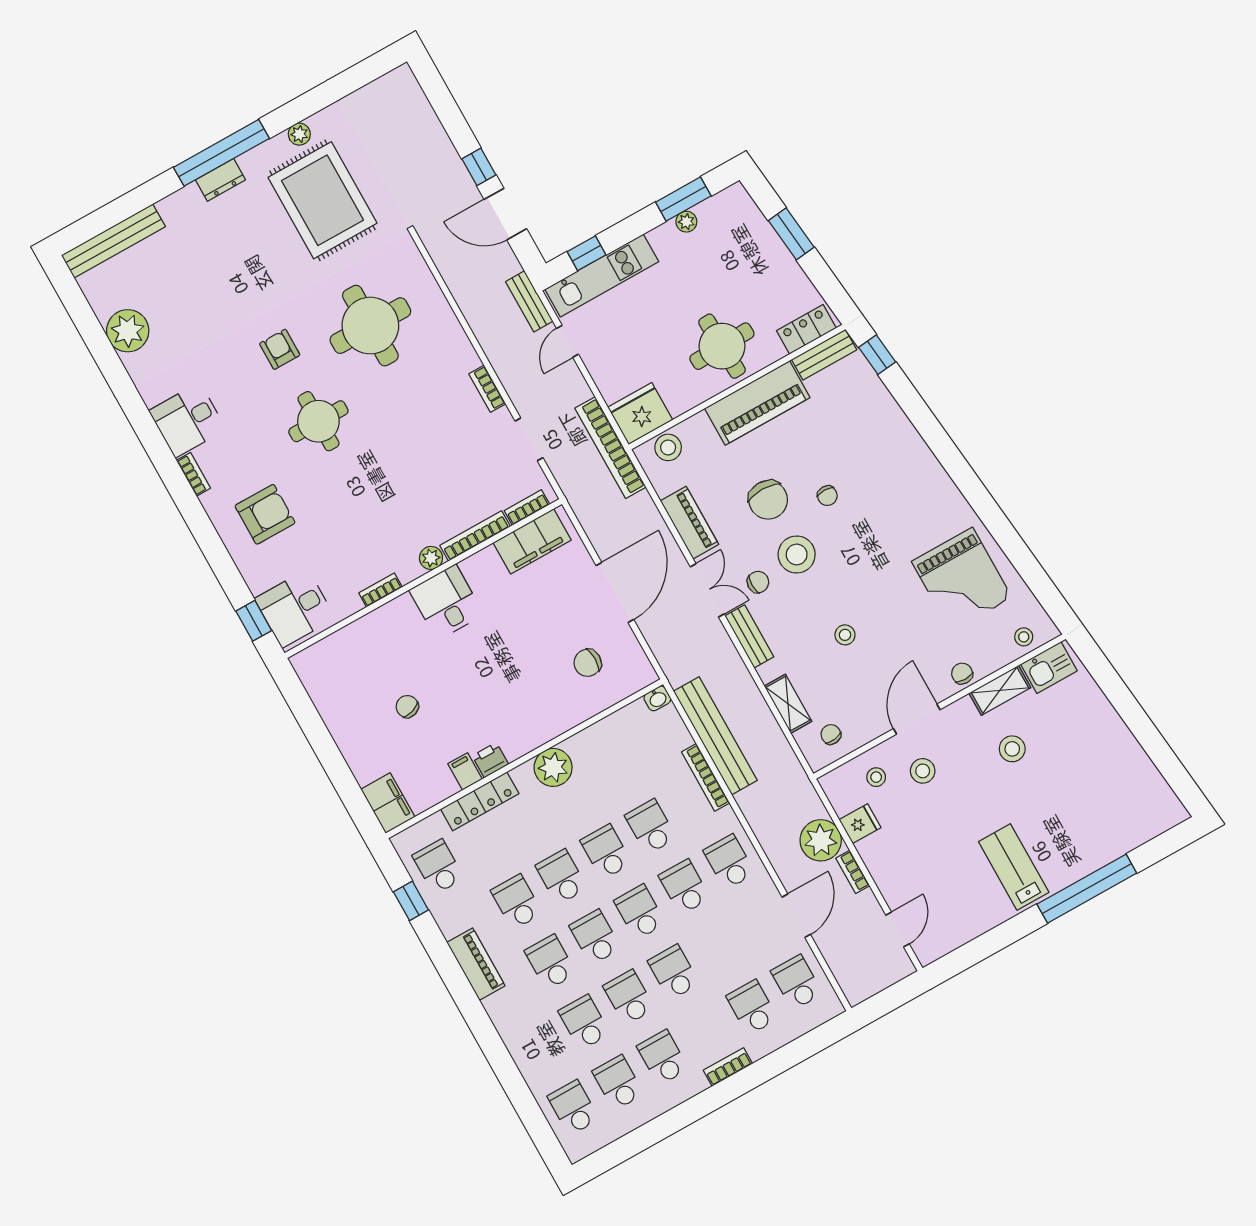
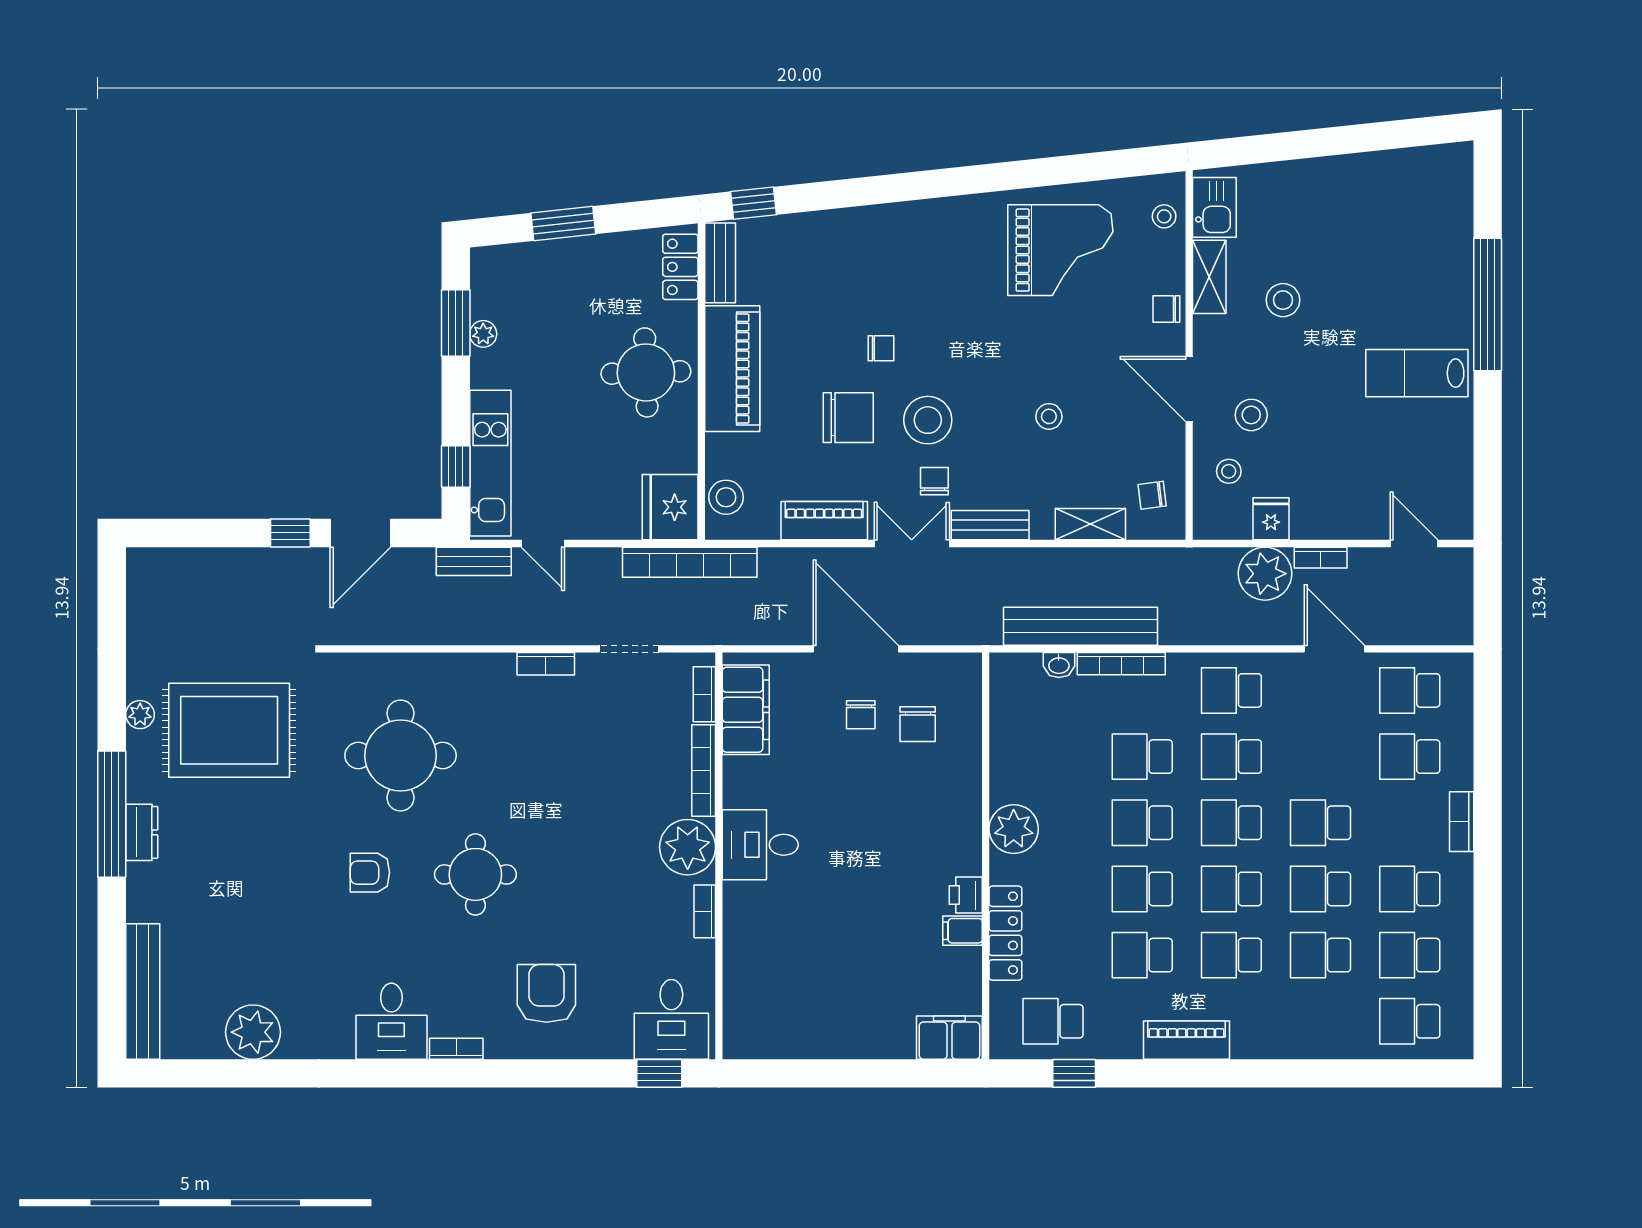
plant: (431, 558) -> (688, 847), width x1.88, depth x1.88
washbasin: (657, 698) -> (1059, 665), moved, turned 90
chair: (407, 707) -> (861, 715), moved, turned -72

